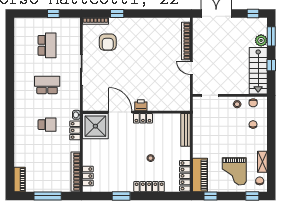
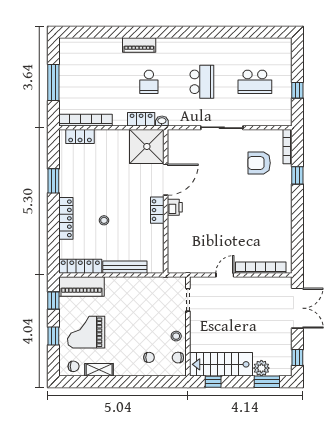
window: (271, 65) -> (213, 382), moved
bench: (186, 130) -> (125, 267), moved
piano: (20, 179) -> (139, 45), moved
window: (252, 196) -> (53, 336), moved

